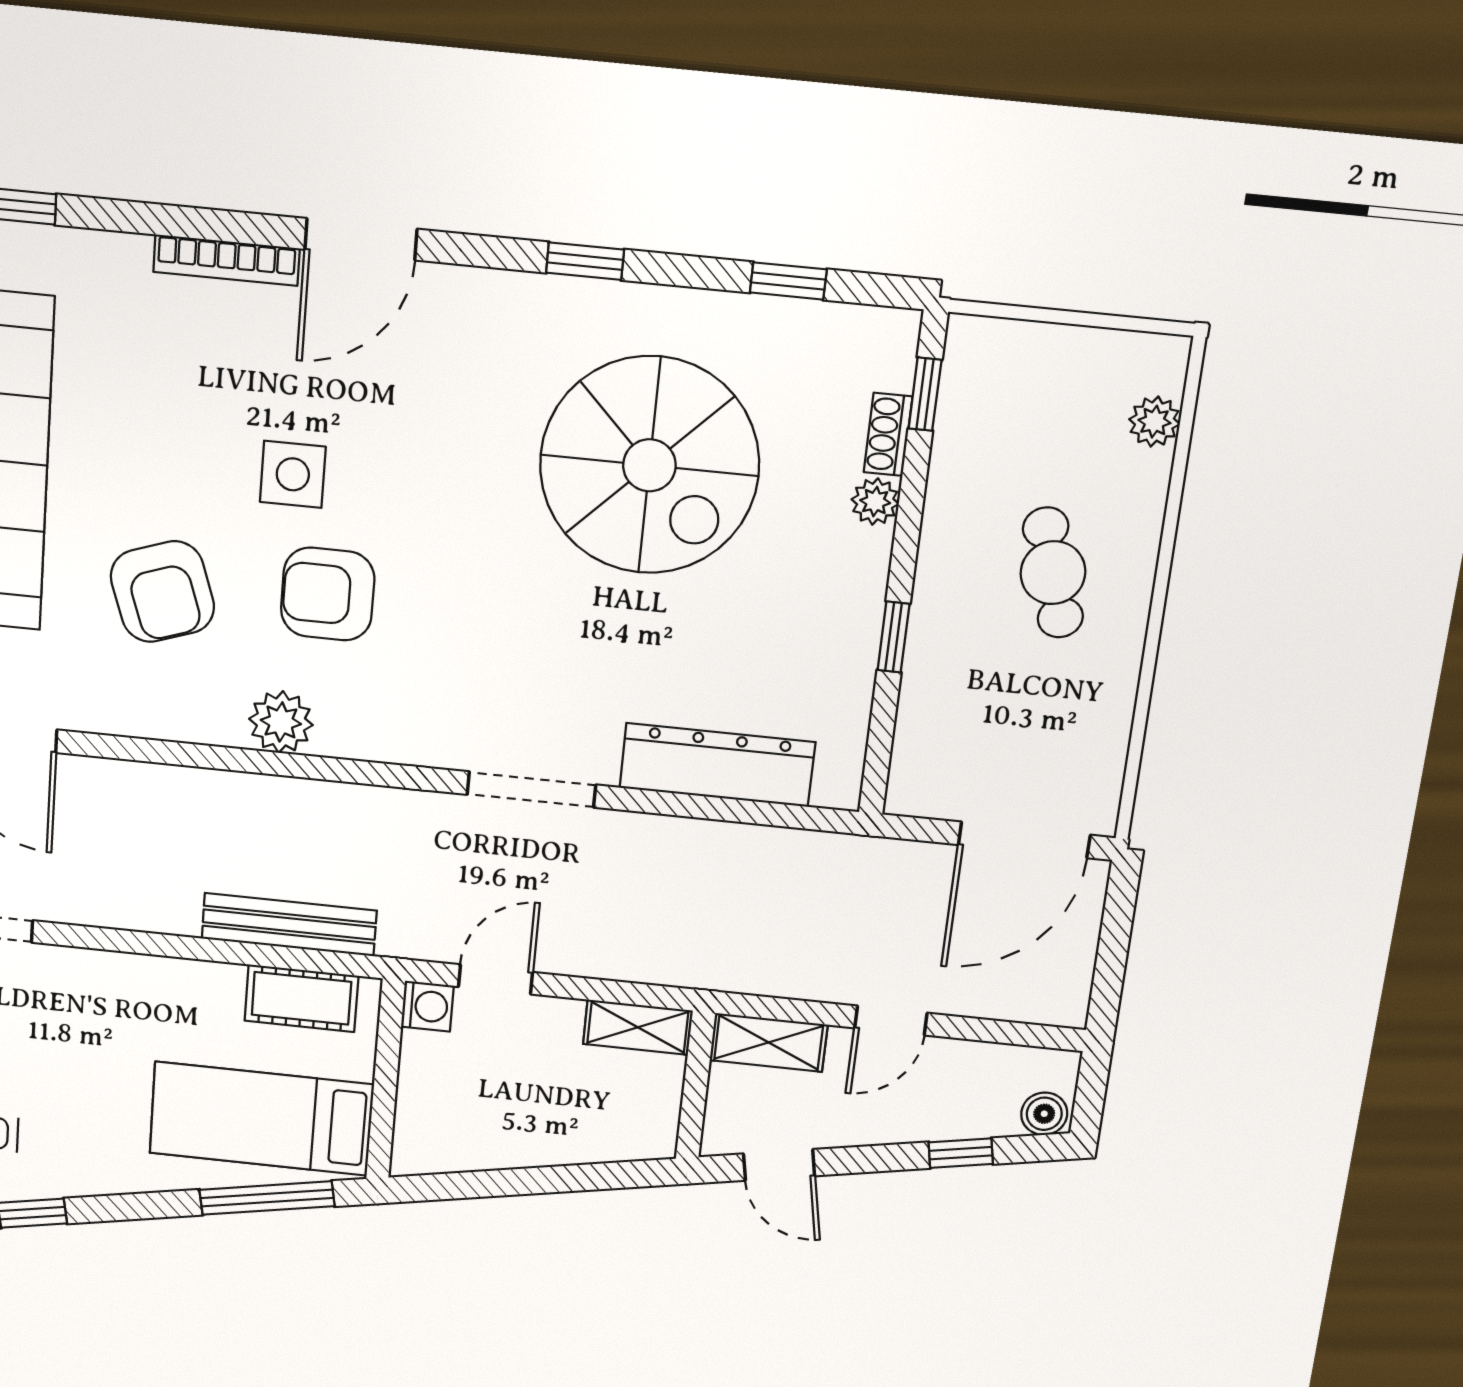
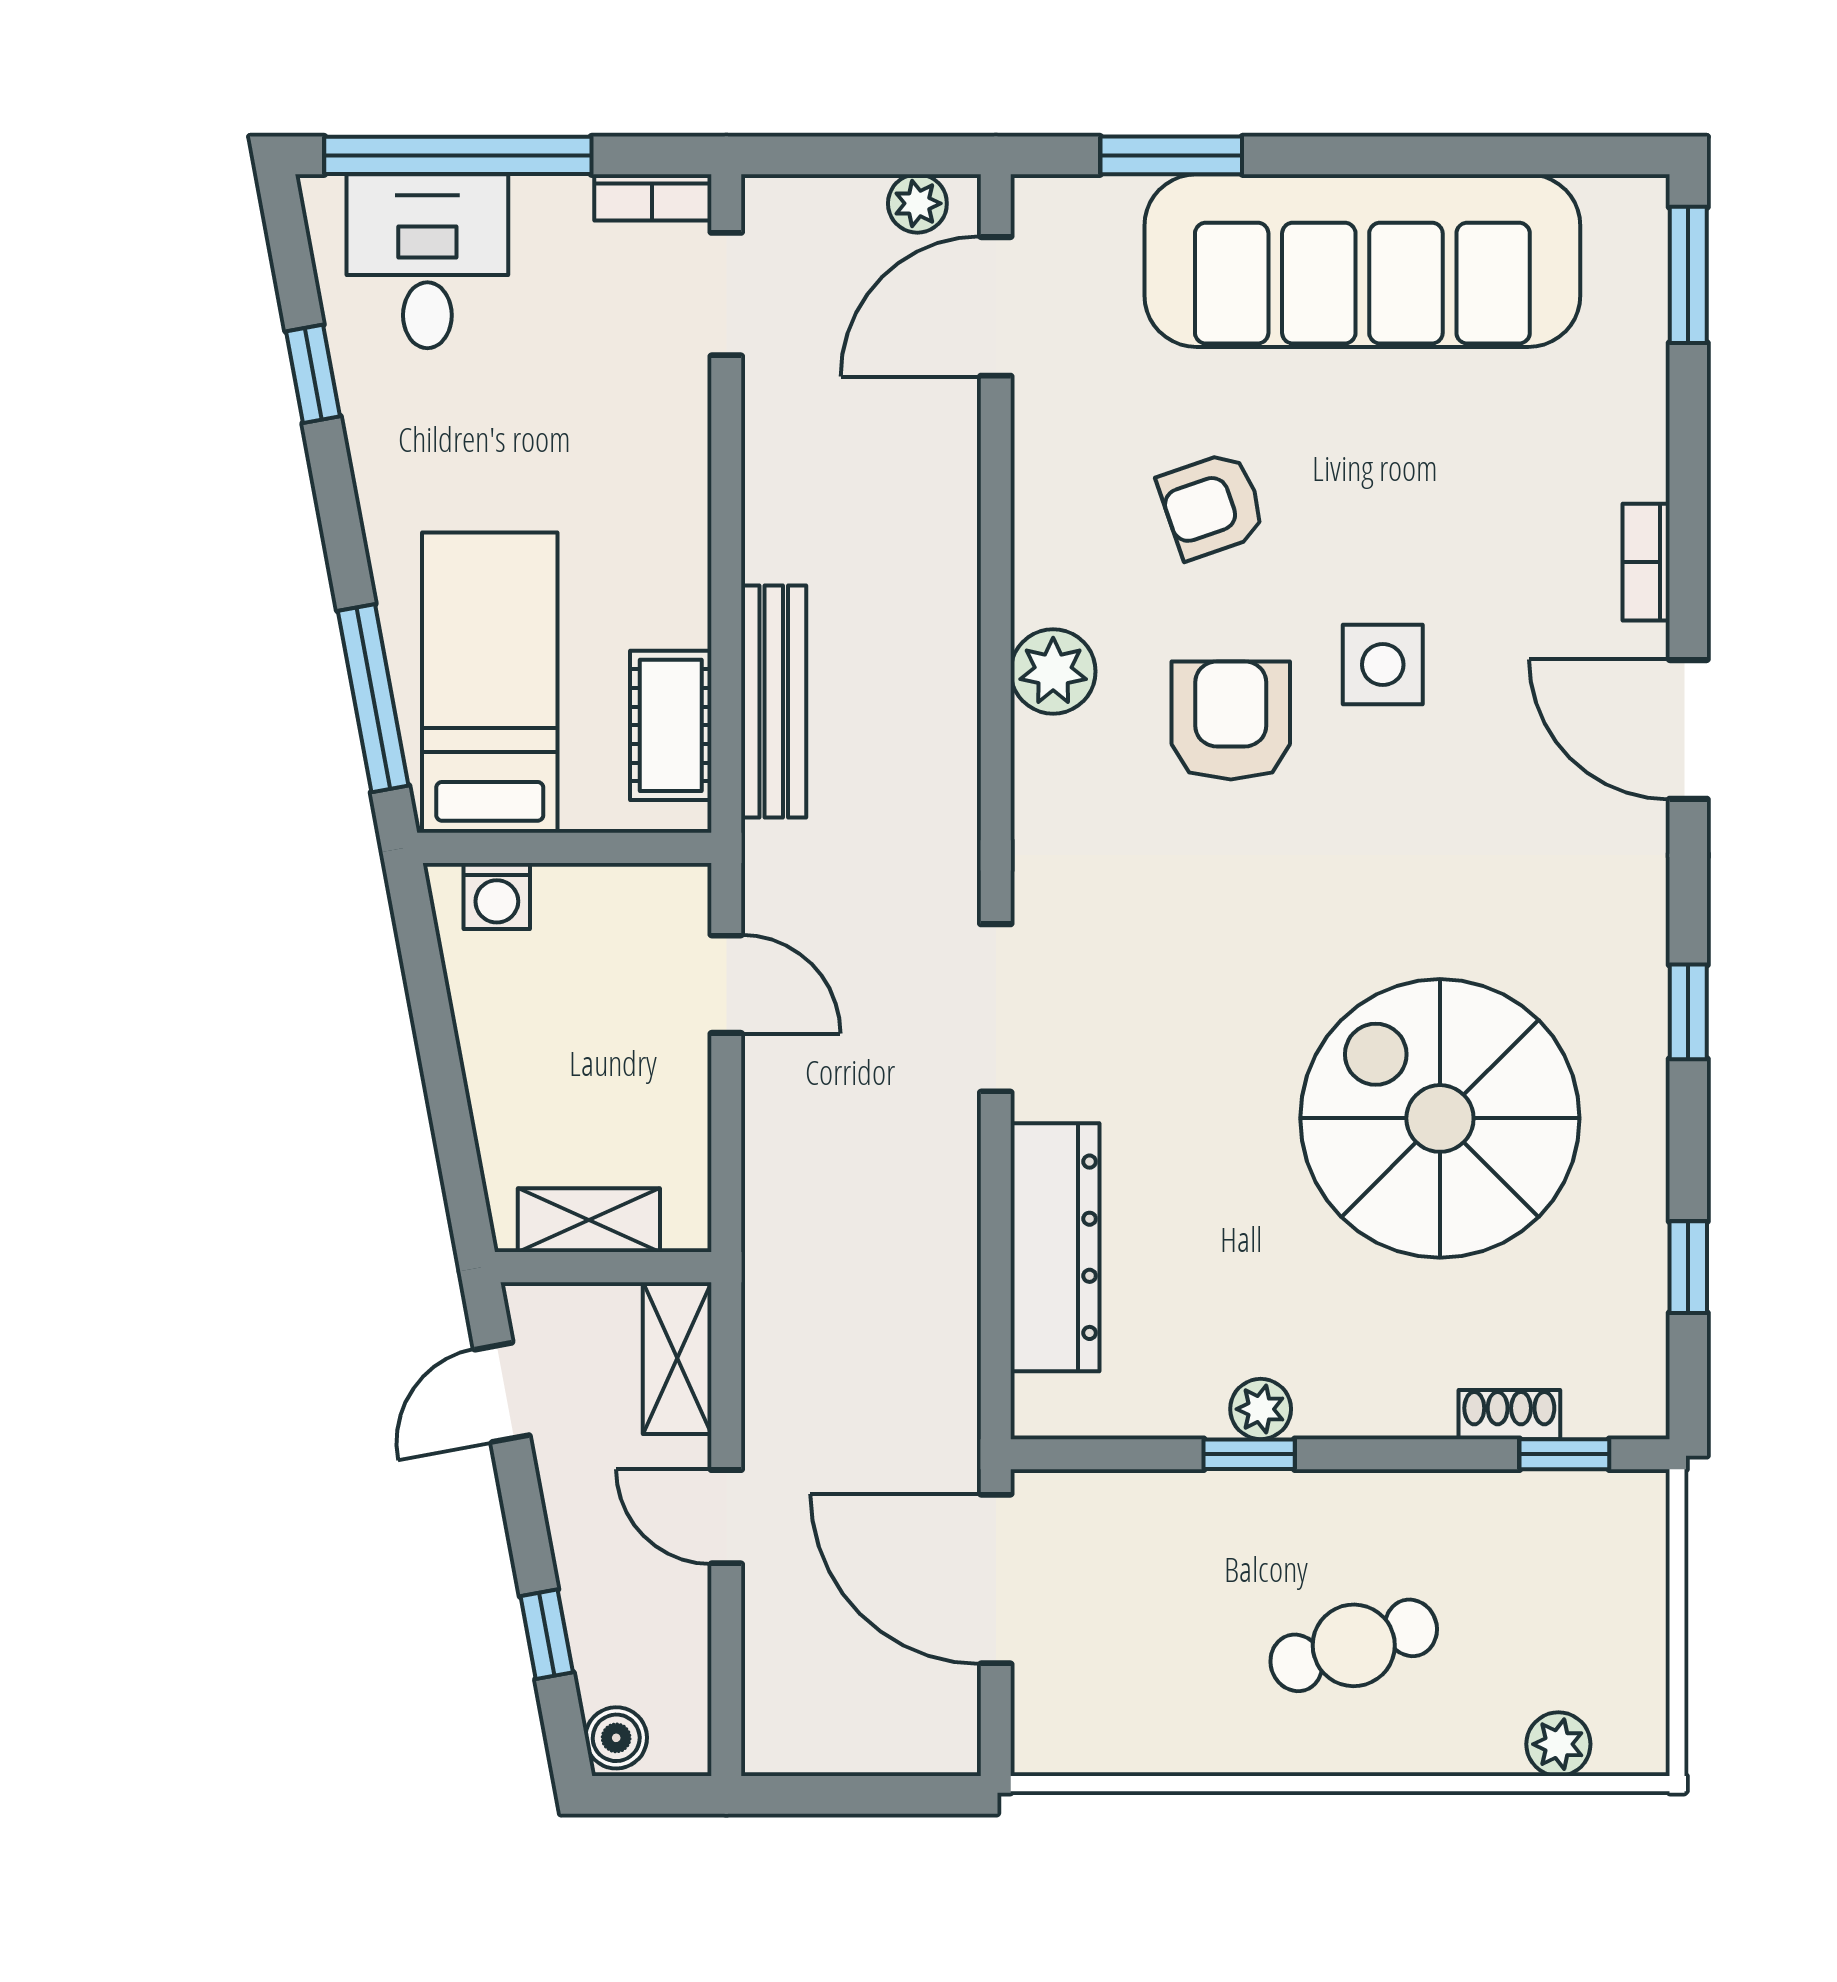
bookcase: (226, 260) -> (1646, 562), width x0.64
spiral stairs: (649, 465) -> (1440, 1118), turned 90
plant: (875, 502) -> (1261, 1409), moved
armchair: (162, 592) -> (1212, 505), width x0.72, depth x0.72
door: (1024, 840) -> (996, 1579), moved
washing machine: (427, 1006) -> (497, 896), moved
shelving: (638, 1027) -> (589, 1220), moved, turned 90

